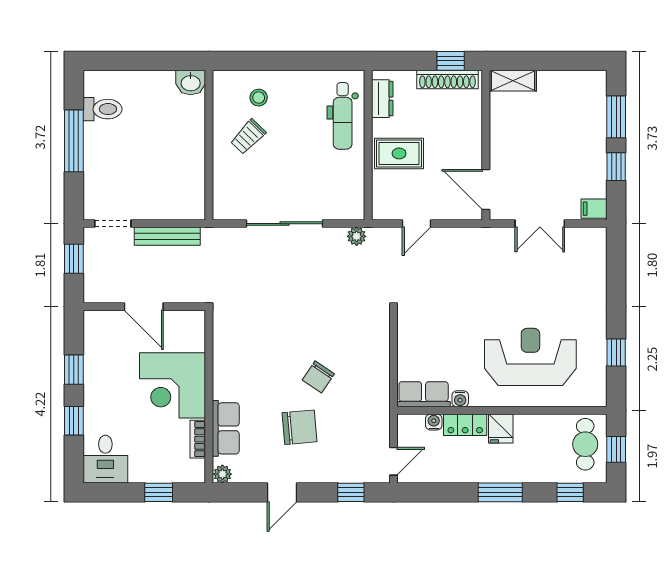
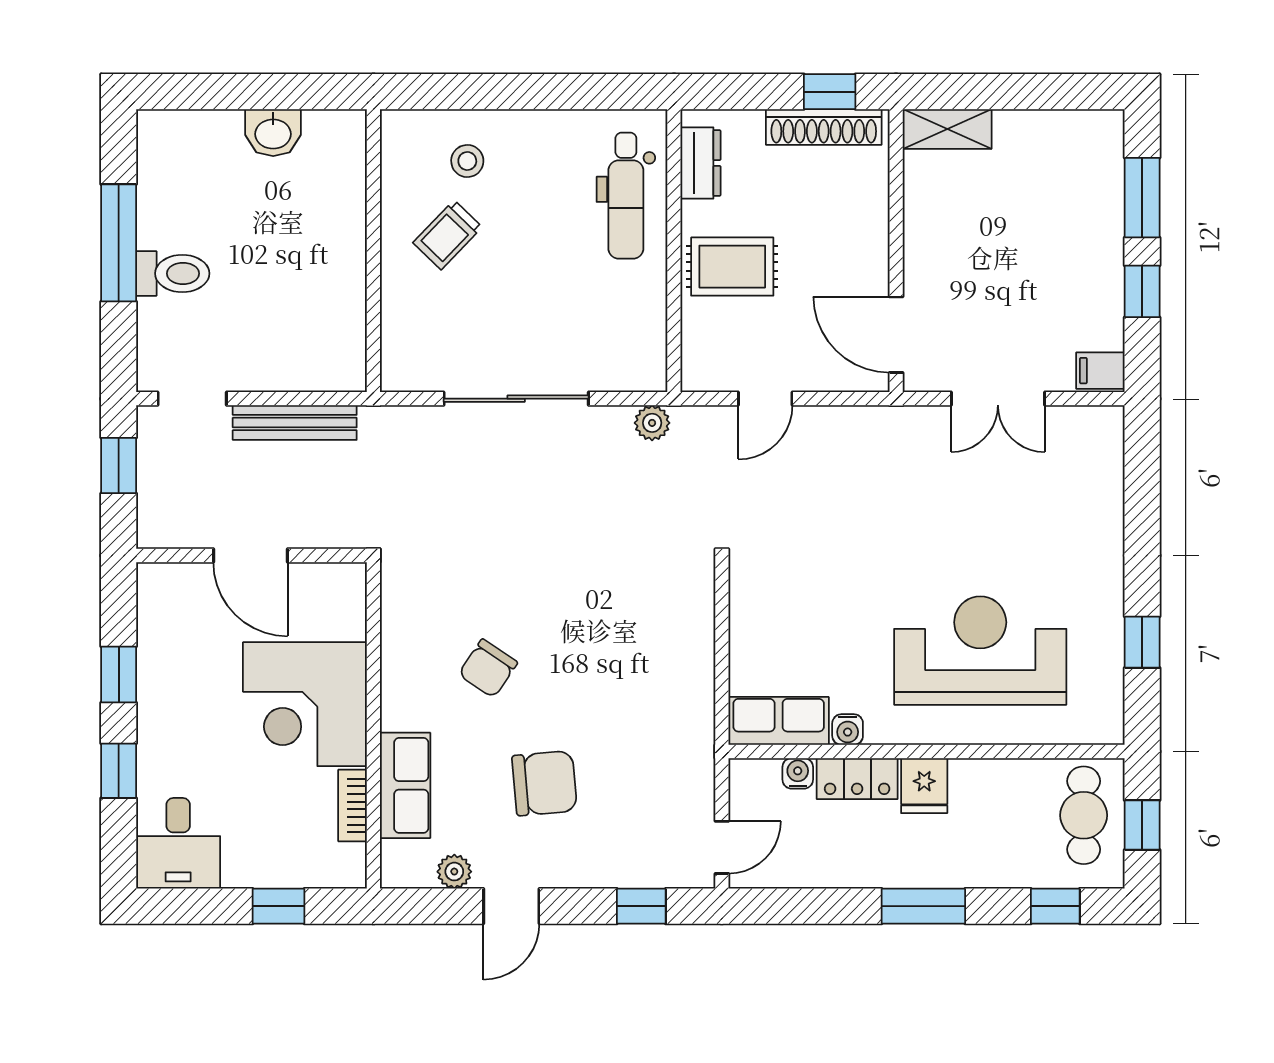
washbasin: (191, 83) -> (273, 133), moved
toilet: (103, 109) -> (173, 273), moved
chair: (318, 377) -> (488, 668), moved
plant: (222, 474) -> (454, 872), moved

